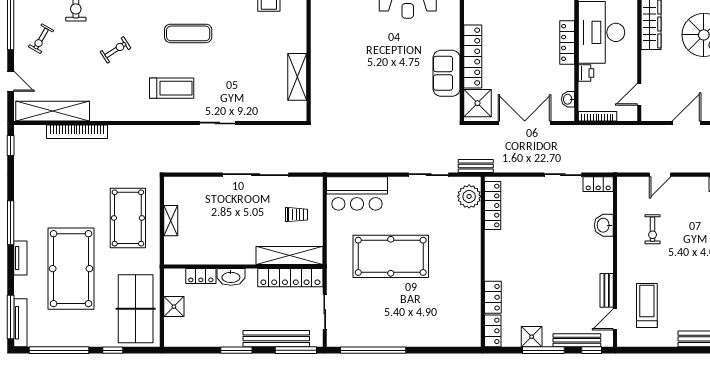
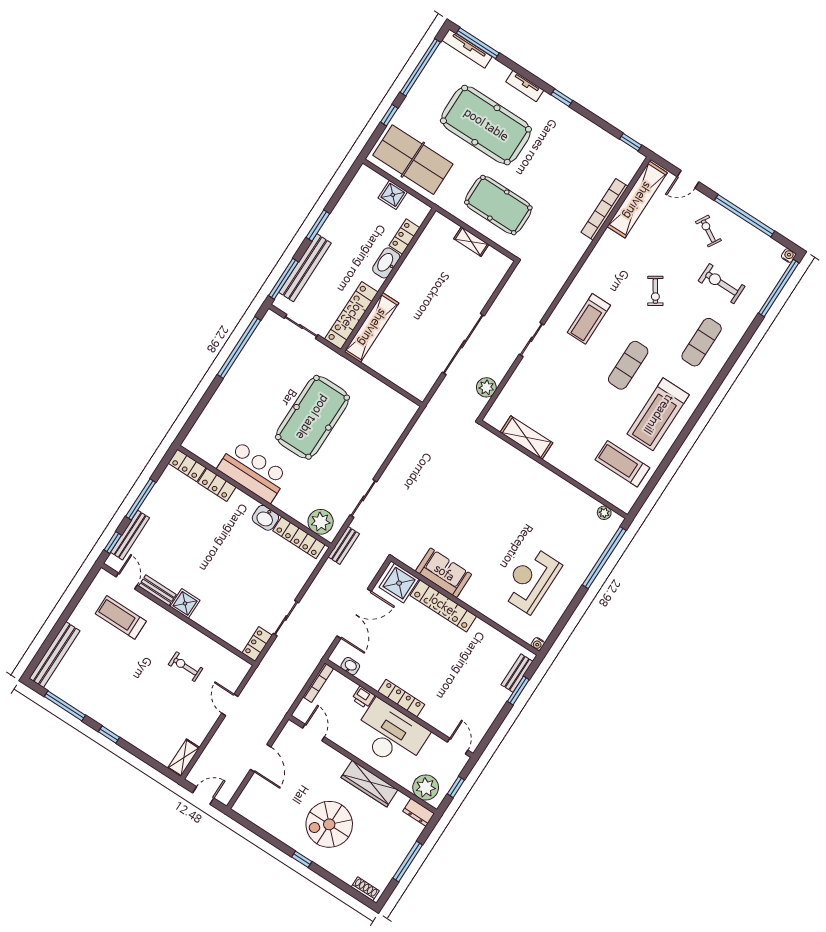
plant: (278, 134) -> (486, 387), added
bar counter: (357, 193) -> (253, 472), moved, turned 90
trolley: (296, 215) -> (404, 357), removed
window: (11, 223) -> (562, 98), width x0.46
washbasin: (604, 225) -> (265, 518), moved, turned 180
treadmill: (647, 305) -> (121, 617), turned 180
shower: (532, 337) -> (185, 603), moved

